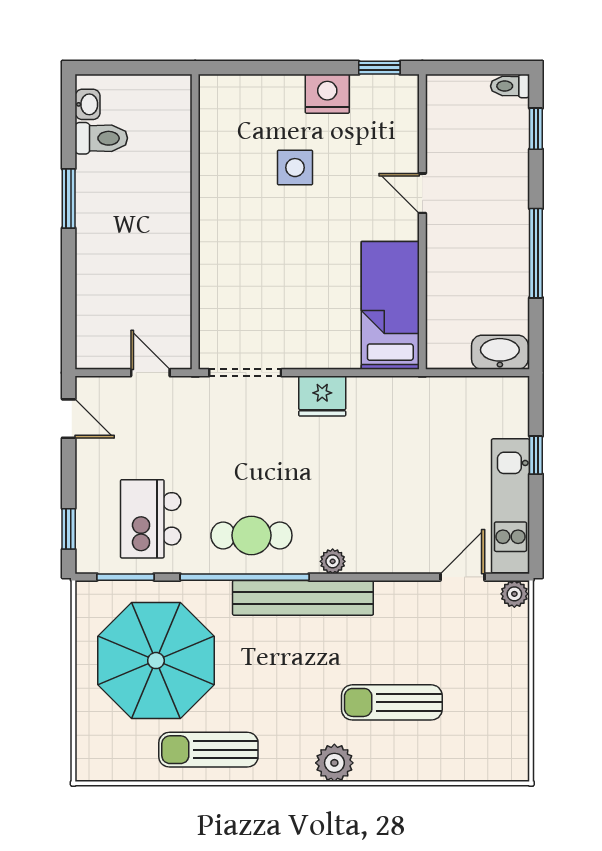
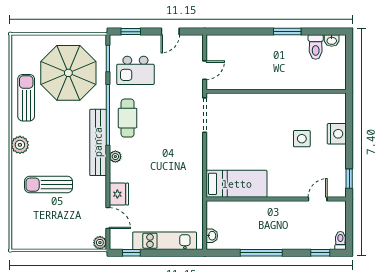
nightstand: (327, 94) -> (337, 134), moved
door: (422, 193) -> (318, 199), moved
washbasin: (500, 352) -> (212, 236), width x0.52, depth x0.69
fridge: (322, 396) -> (119, 194), moved, turned 180
door: (69, 419) -> (170, 32), moved
window: (536, 455) -> (131, 253), moved
kitchen unit: (510, 506) -> (165, 241), moved
kitchen island: (151, 519) -> (135, 70), turned 180
sun lounger: (392, 702) -> (49, 185), turned -90
plant: (334, 763) -> (20, 145), moved

